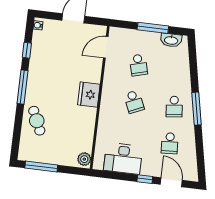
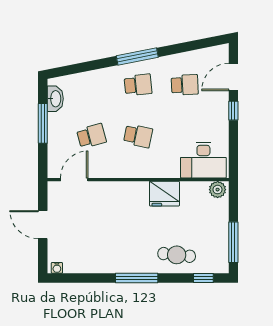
door: (106, 47) -> (74, 180), swing flipped
window: (27, 50) -> (203, 278), moved
fridge: (89, 95) -> (164, 194), moved
school desk: (134, 102) -> (138, 136), turned 36
cafe table: (37, 121) -> (177, 255), turned 30
desk: (123, 158) -> (203, 160), moved, turned 90

